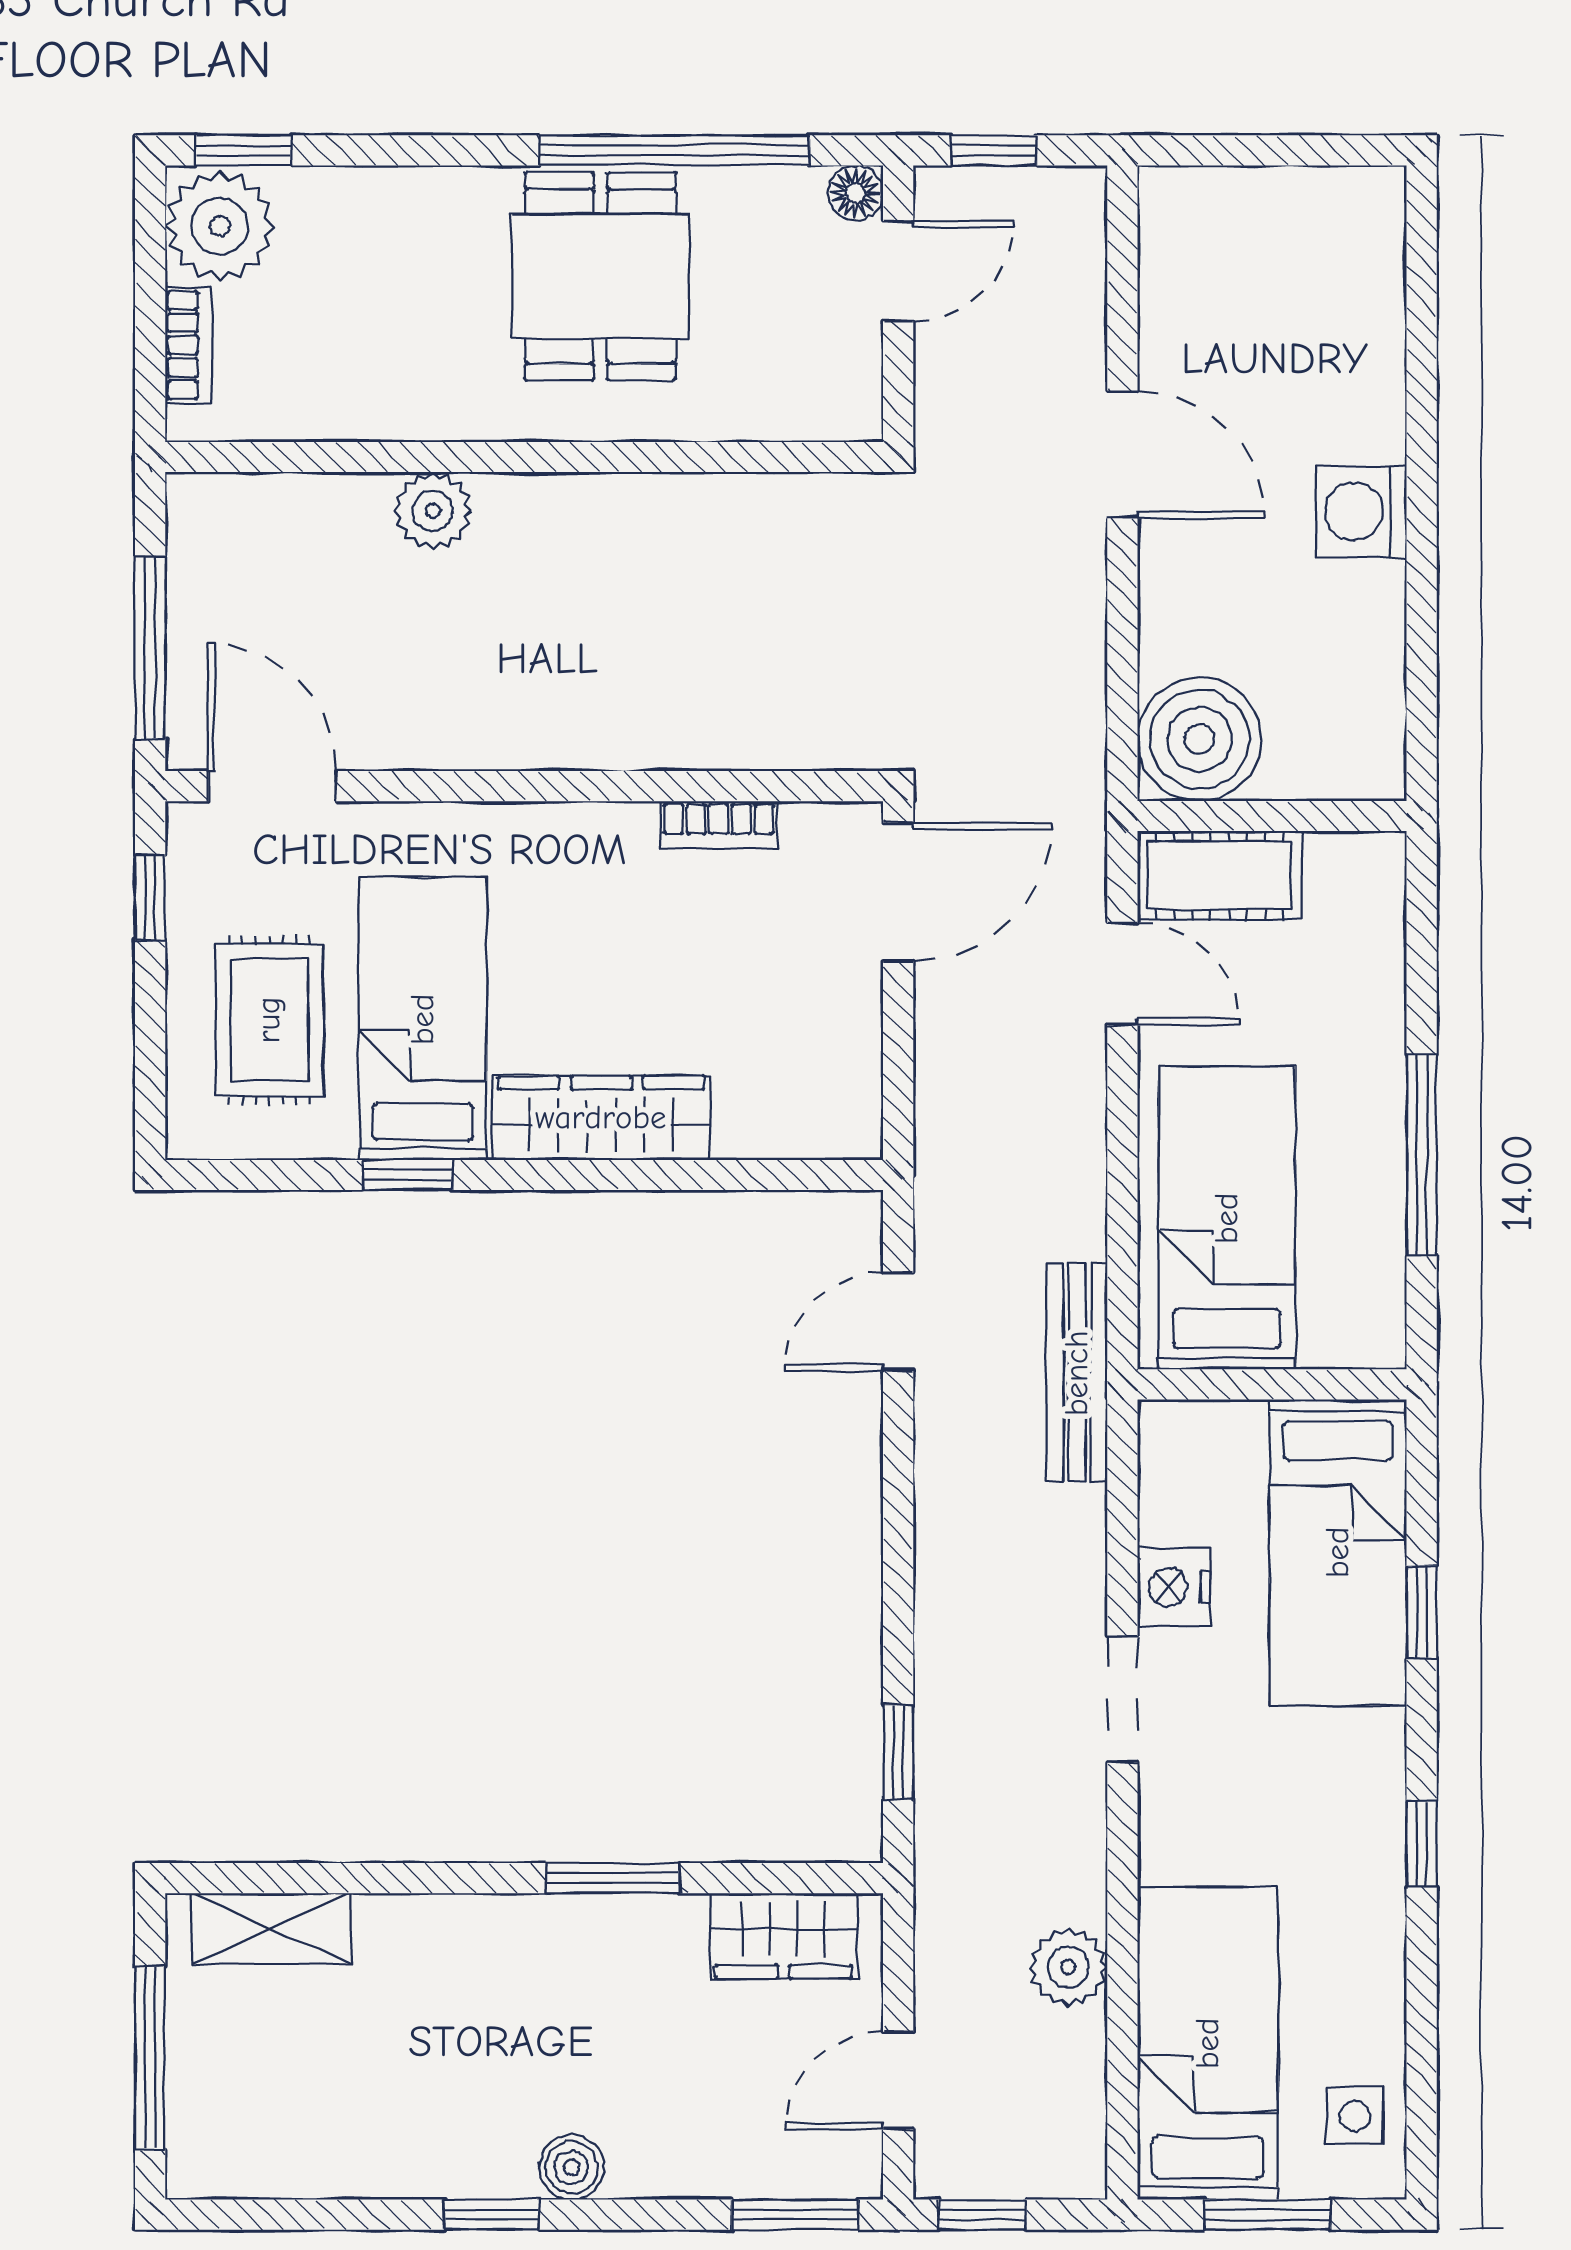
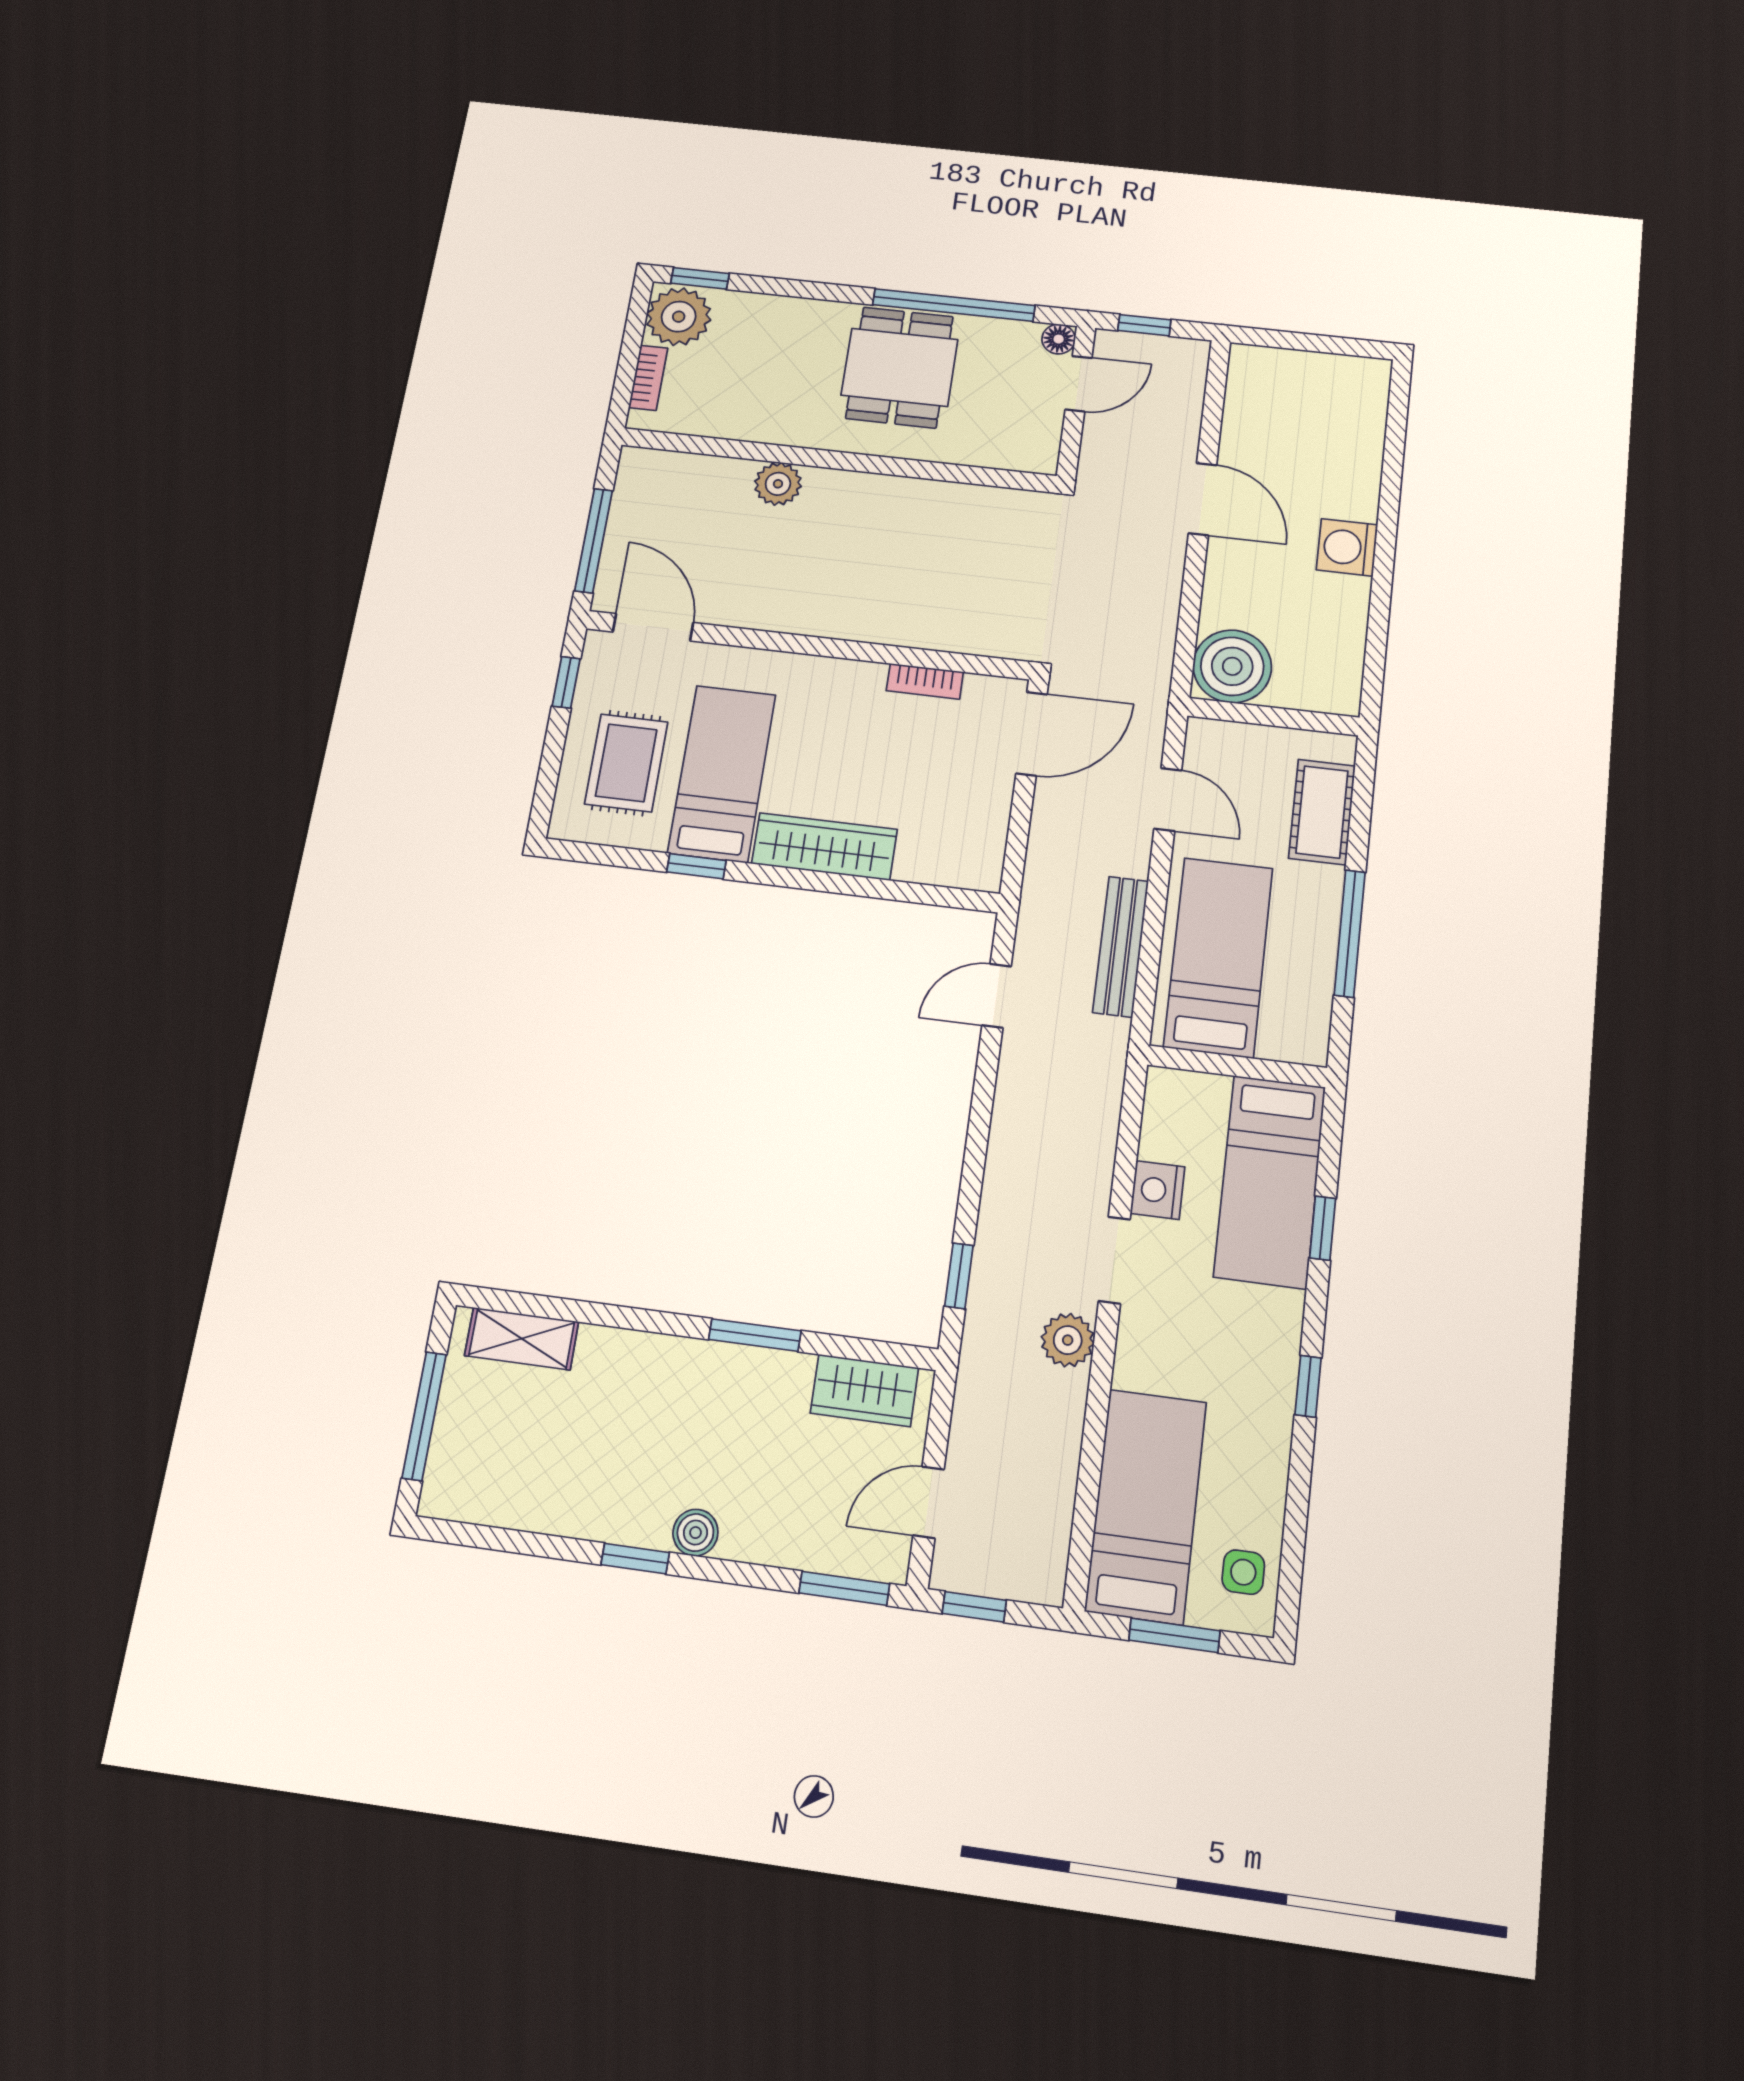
cot: (1219, 876) -> (1322, 812), moved, turned 90
bench: (1077, 1373) -> (1121, 946), moved
plant: (1068, 1967) -> (1068, 1340), moved

